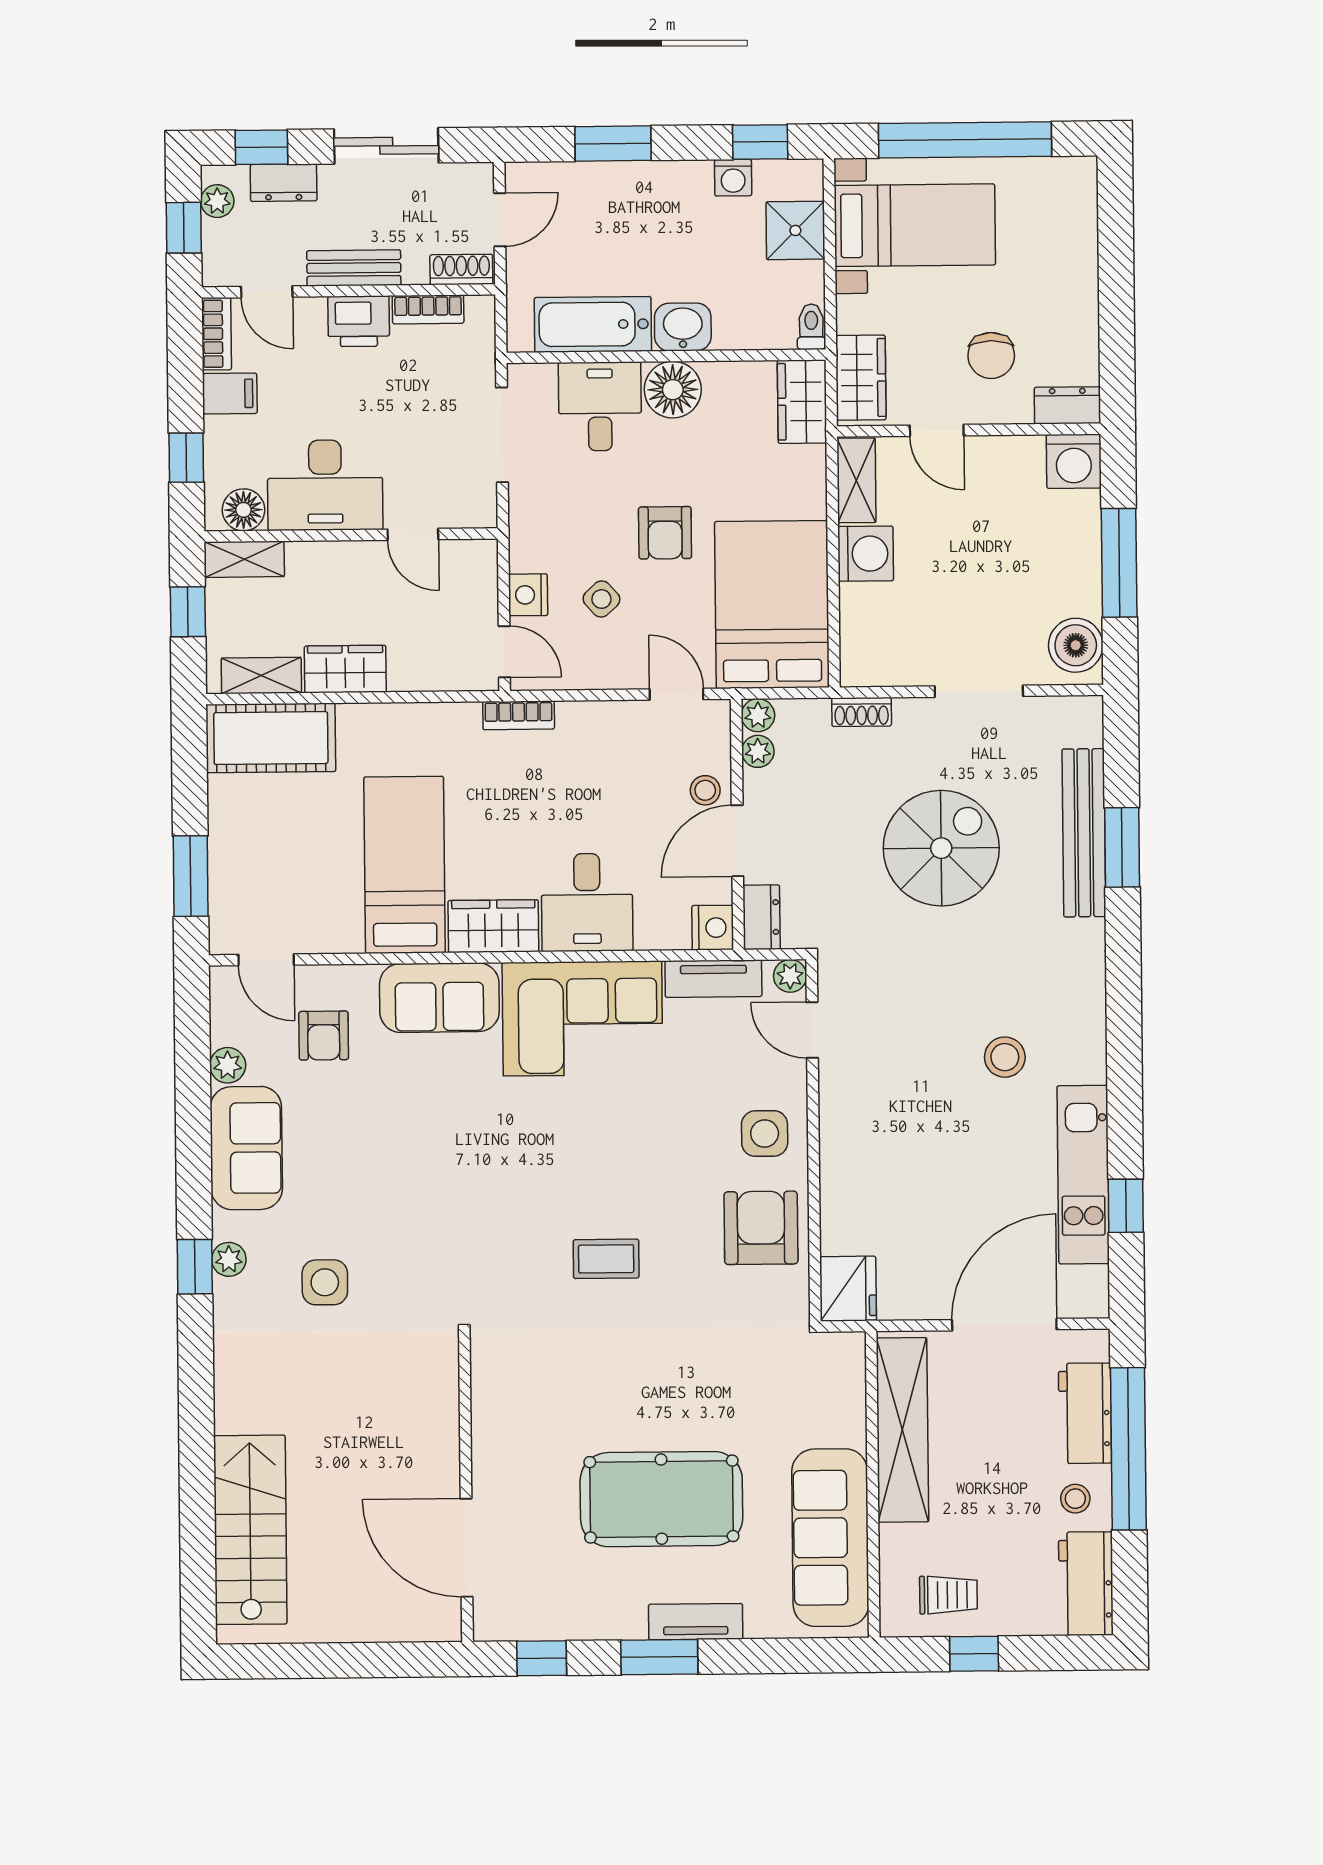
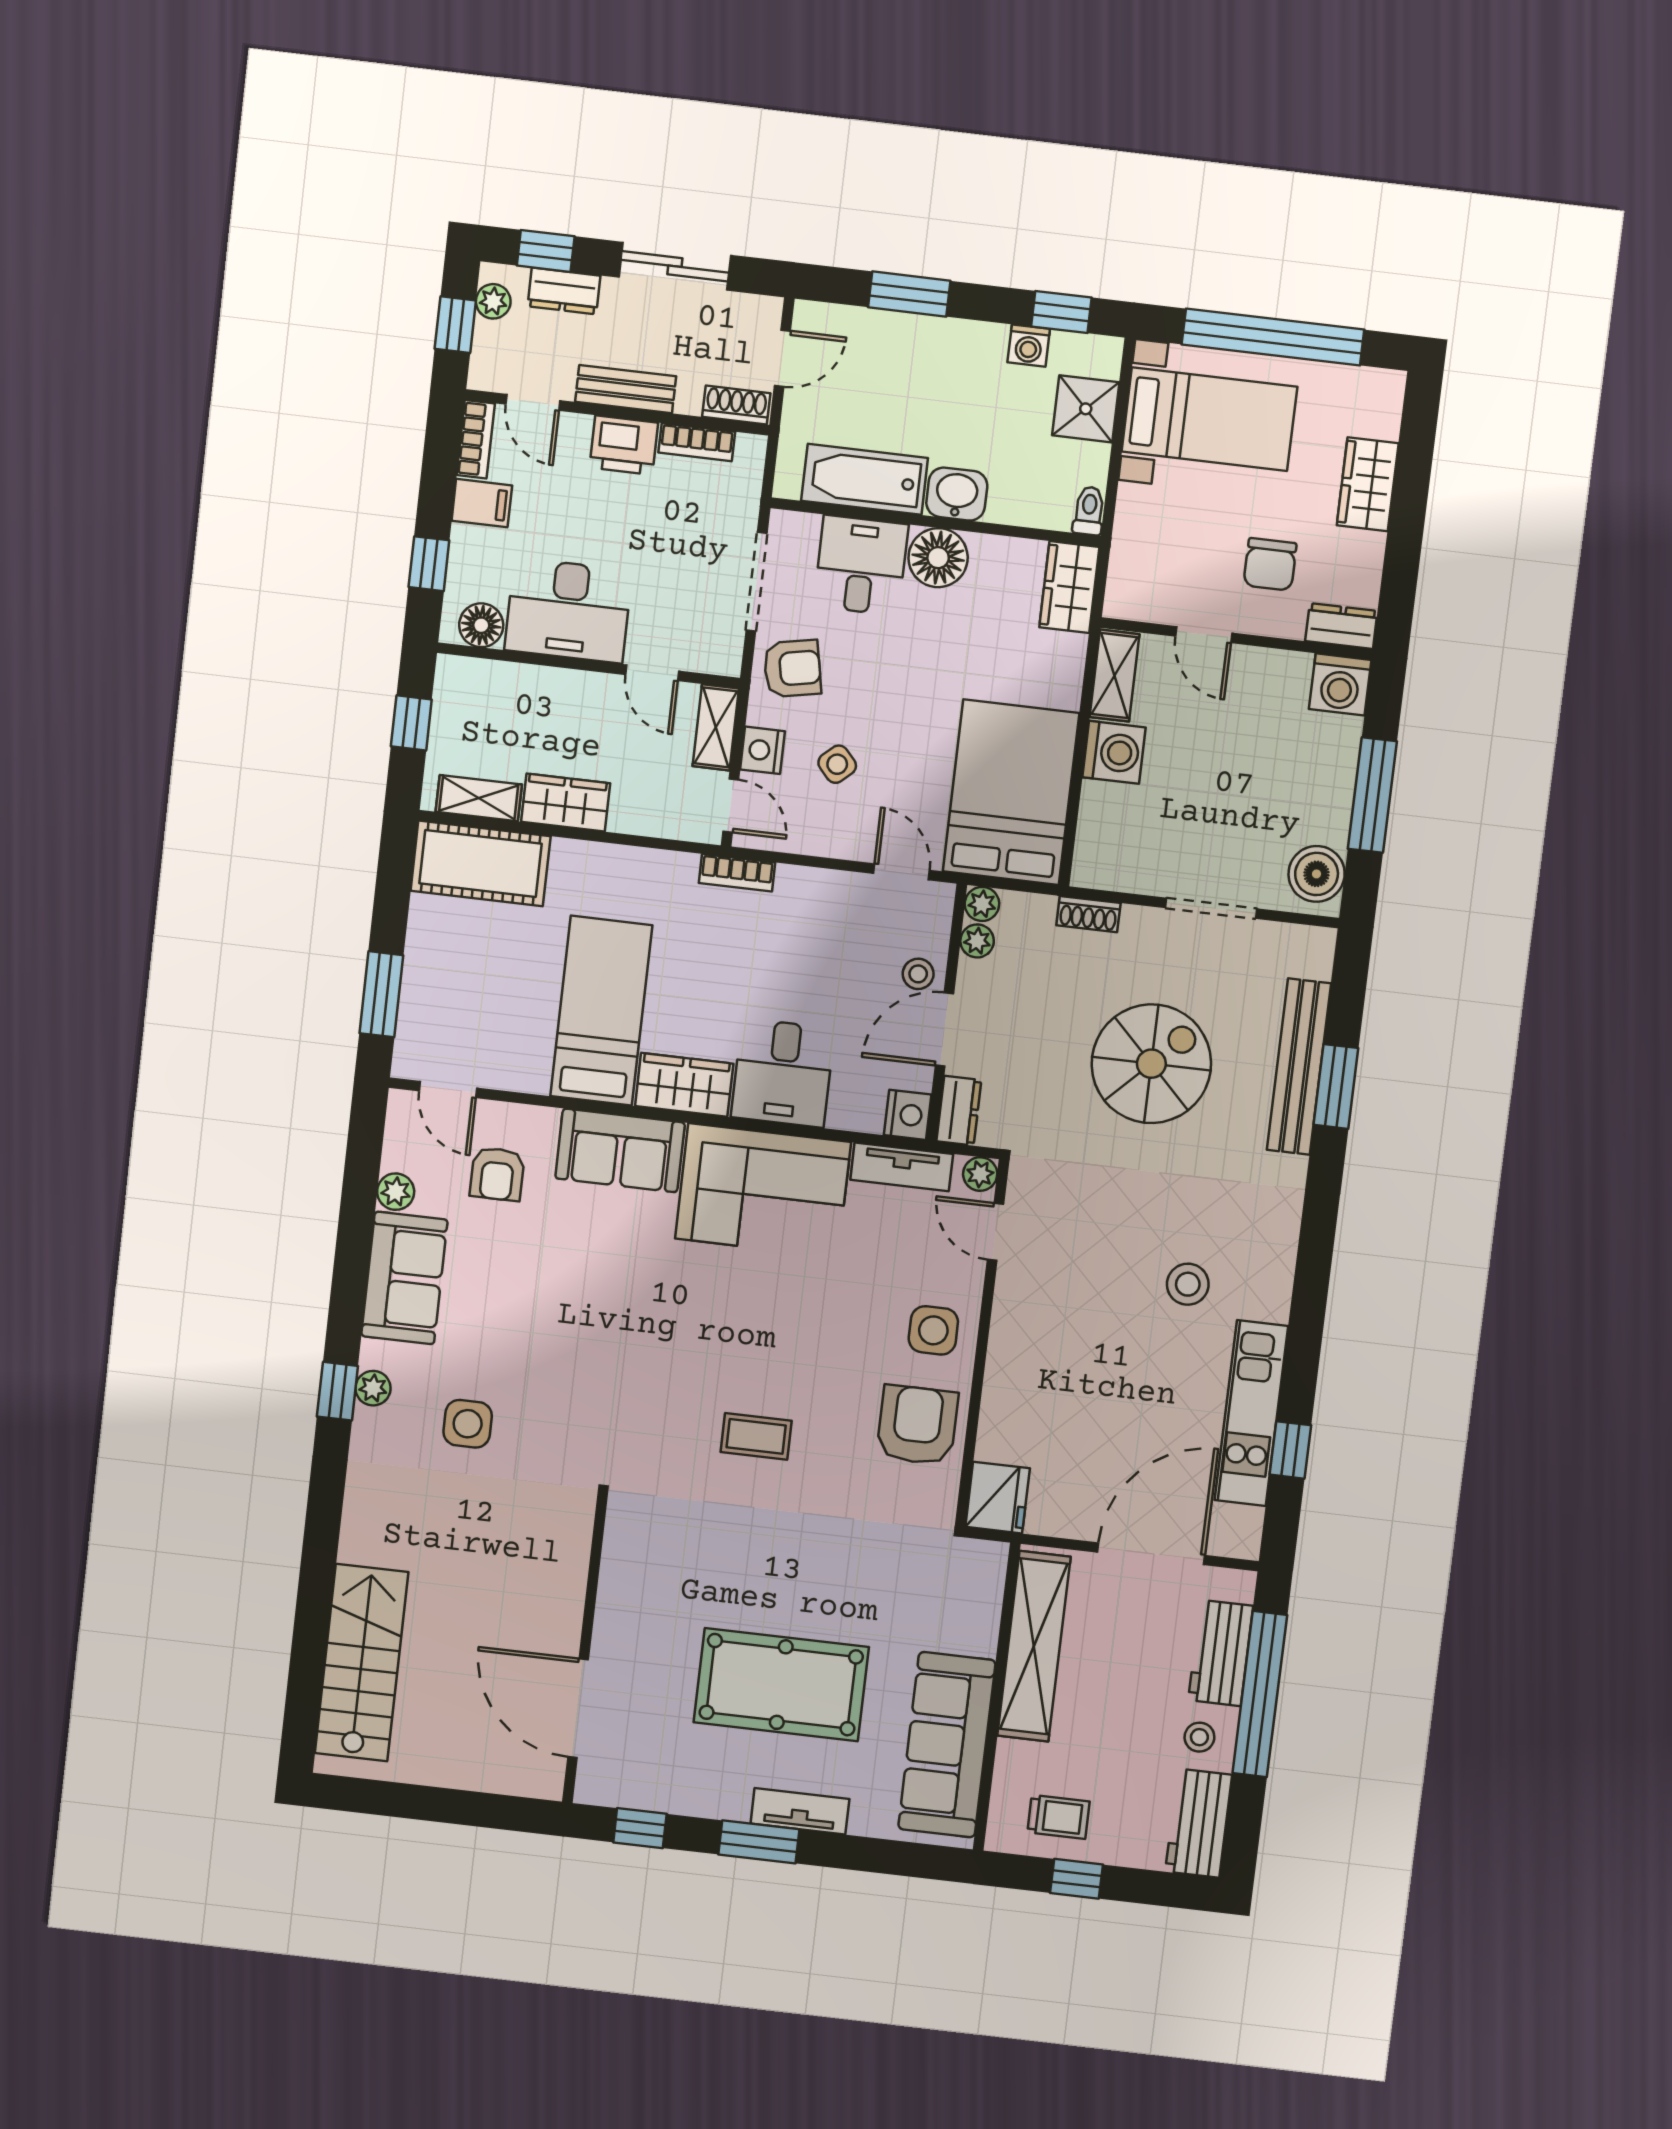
wardrobe: (861, 378) -> (1368, 484), moved, turned 180
armchair: (665, 533) -> (792, 669), moved, turned -101
shelving: (244, 559) -> (716, 727), moved, turned 90

